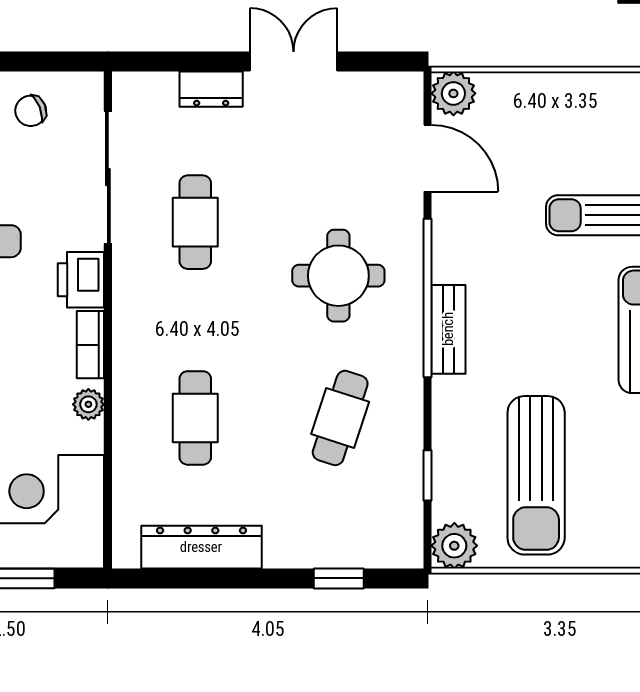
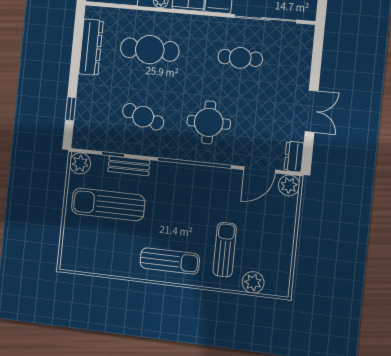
dresser: (211, 89) -> (294, 157), moved
bench: (448, 329) -> (129, 166), moved
cafe table: (195, 418) -> (150, 50), width x1.37, depth x1.35

